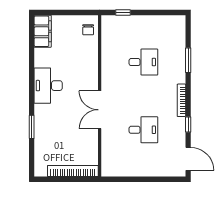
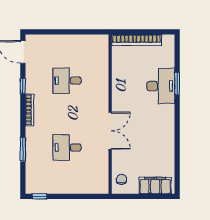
window: (123, 13) -> (39, 196), moved
filing cabinet: (43, 31) -> (155, 185), moved, turned 90
desk: (48, 86) -> (161, 86), moved
double door: (100, 110) -> (110, 131), moved

